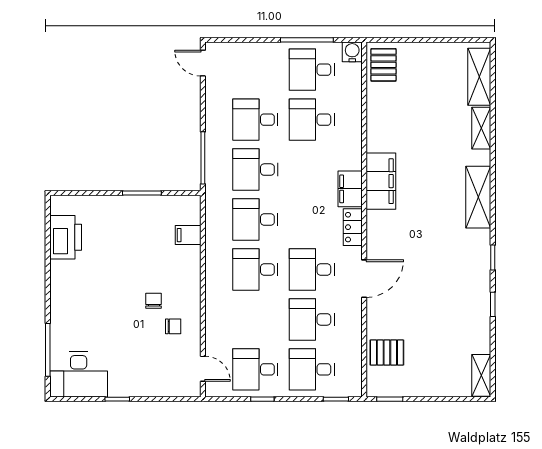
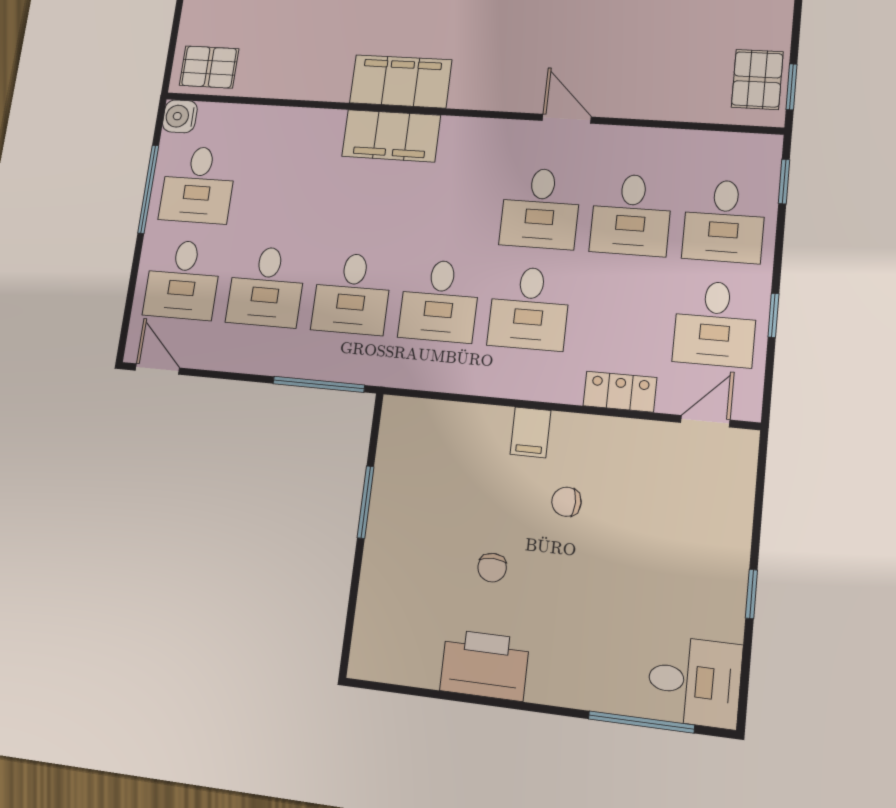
door: (203, 63) -> (157, 369), swing flipped
desk: (312, 120) -> (183, 280), moved
filing cabinet: (350, 189) -> (391, 136), width x1.50, depth x1.17
locker: (353, 227) -> (620, 392), moved, turned 180
filing cabinet: (188, 235) -> (530, 432), moved
printer: (66, 237) -> (485, 665), moved
door: (364, 279) -> (567, 119), width x0.73
chair: (173, 326) -> (492, 568), moved, turned 180
pallet: (387, 353) -> (757, 79), moved
desk: (79, 374) -> (694, 682), width x0.73

